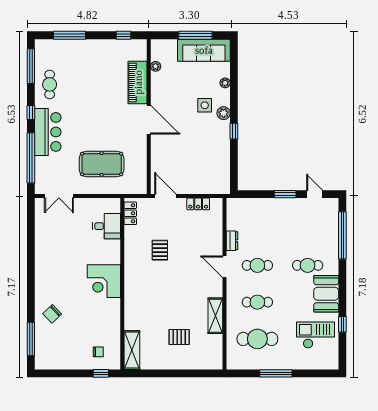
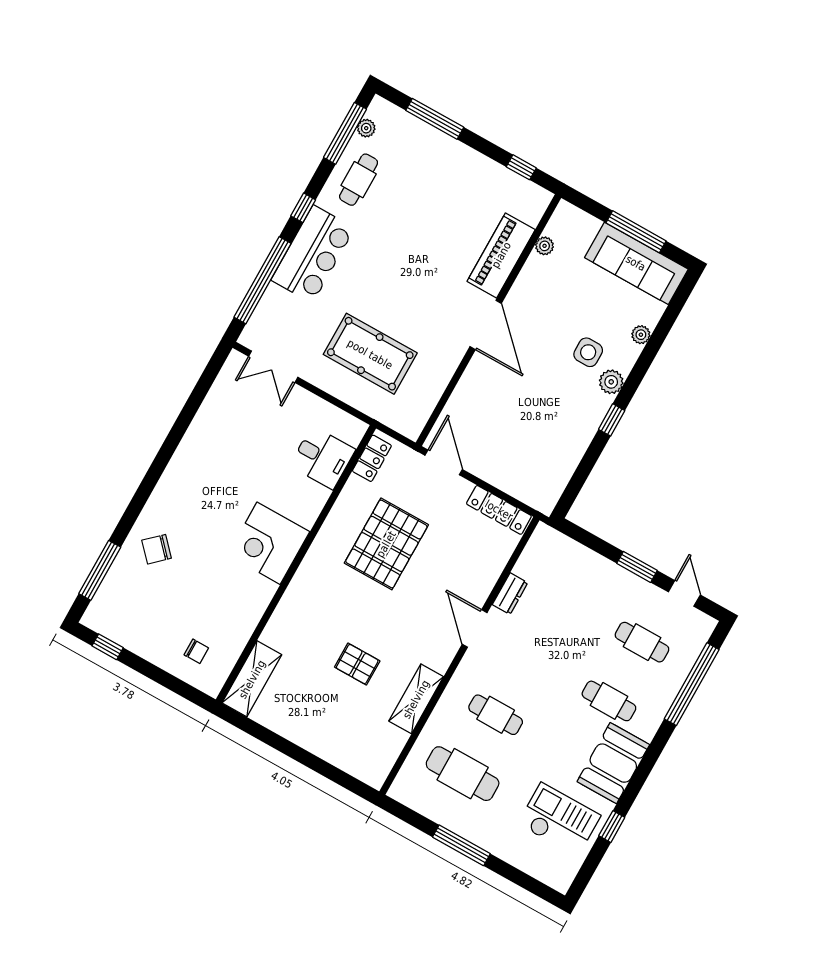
plant: (40, 58) -> (366, 128), added
locker: (198, 204) -> (499, 510), width x1.53
pallet: (160, 250) -> (386, 544), width x2.05, depth x2.00
cafe table: (257, 265) -> (642, 642), moved
pallet: (179, 337) -> (357, 664), moved
window: (101, 373) -> (108, 647), moved

